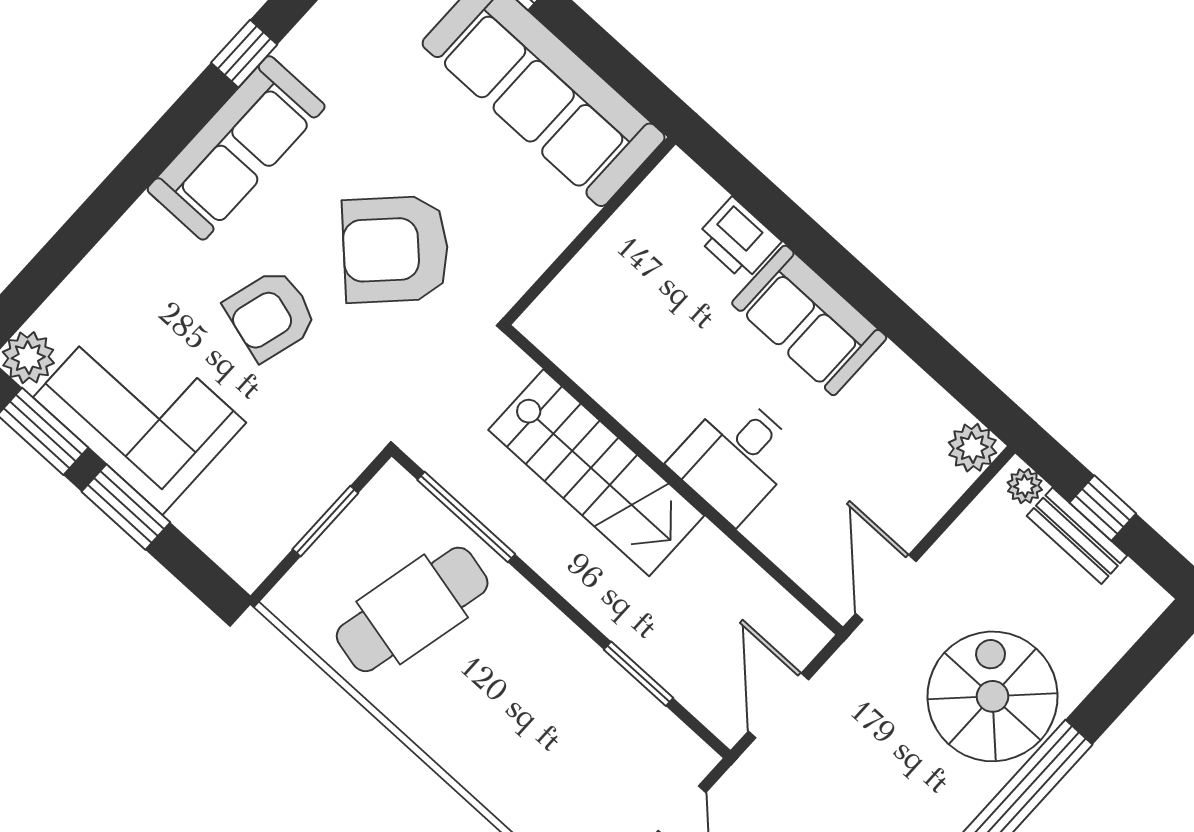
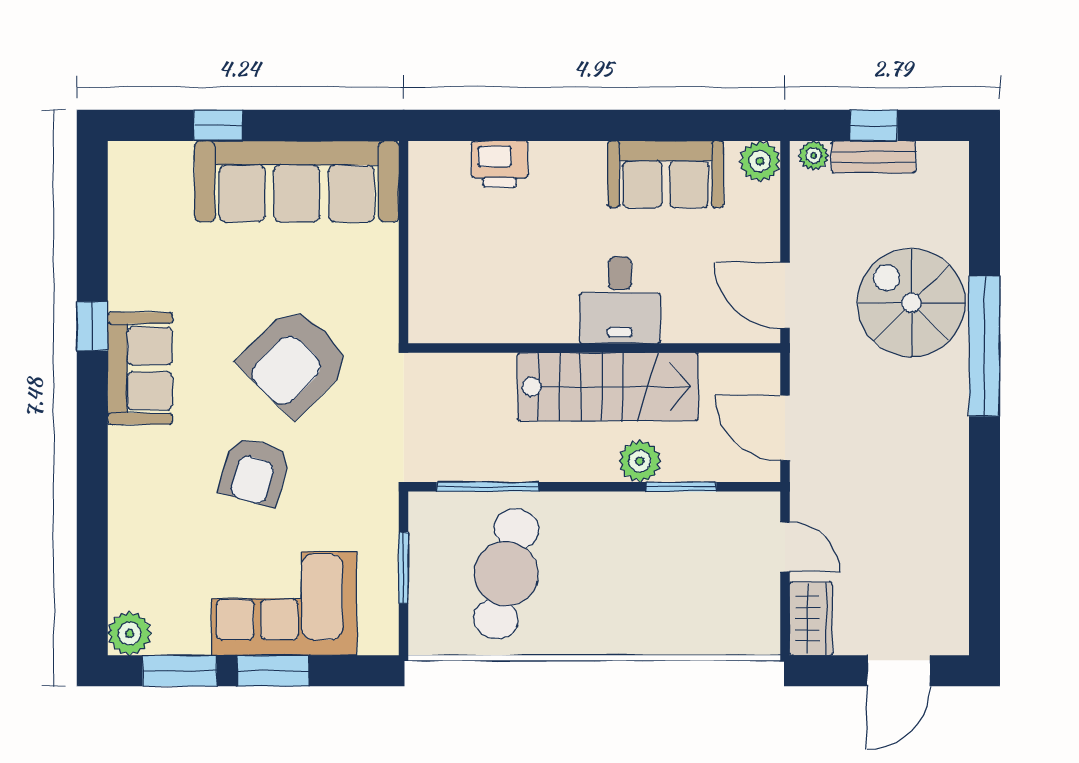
sofa: (236, 148) -> (140, 368), width x0.73
sofa: (809, 320) -> (666, 174), moved
corner sofa: (140, 410) -> (284, 604), moved
stairs: (596, 473) -> (608, 387), moved
plant: (622, 617) -> (640, 461), added

